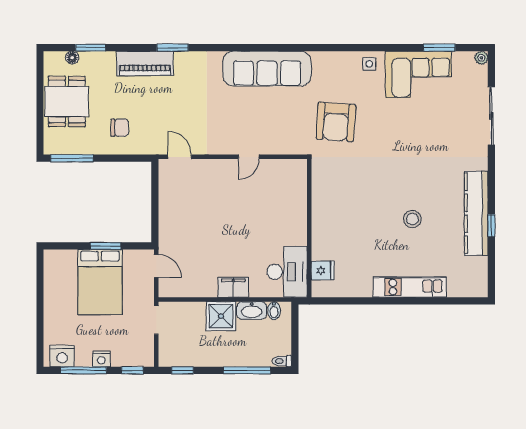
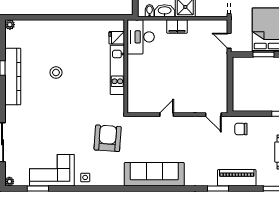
chair: (120, 128) -> (241, 129), moved
kitchen unit: (410, 287) -> (117, 70), moved, turned 90
plant: (481, 290) -> (10, 25), added

